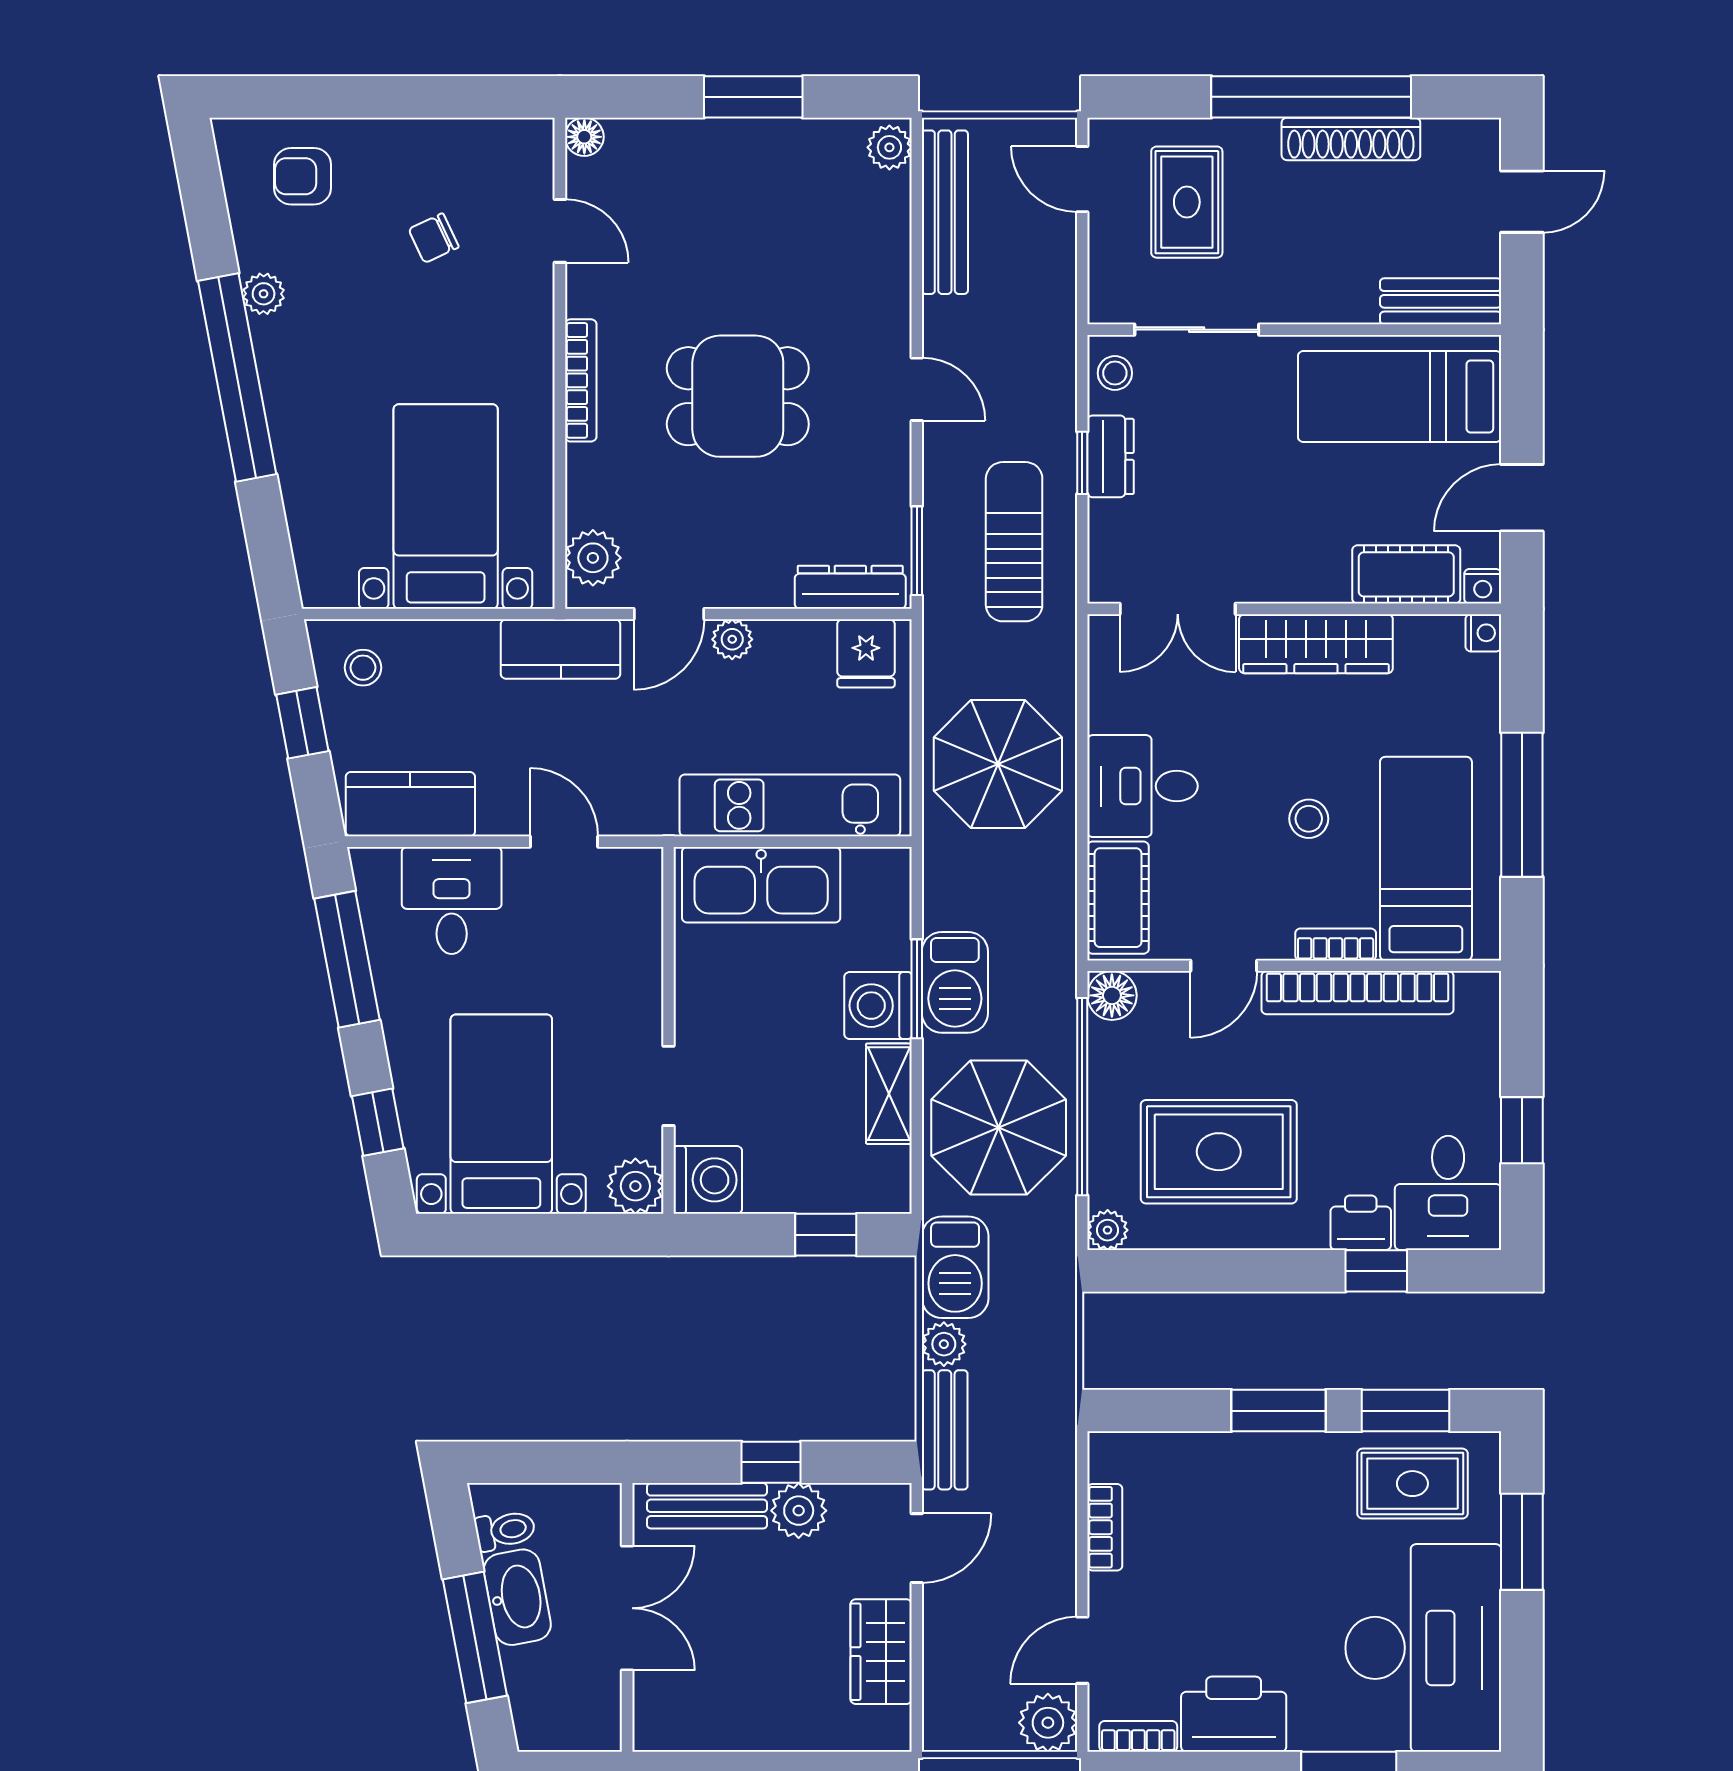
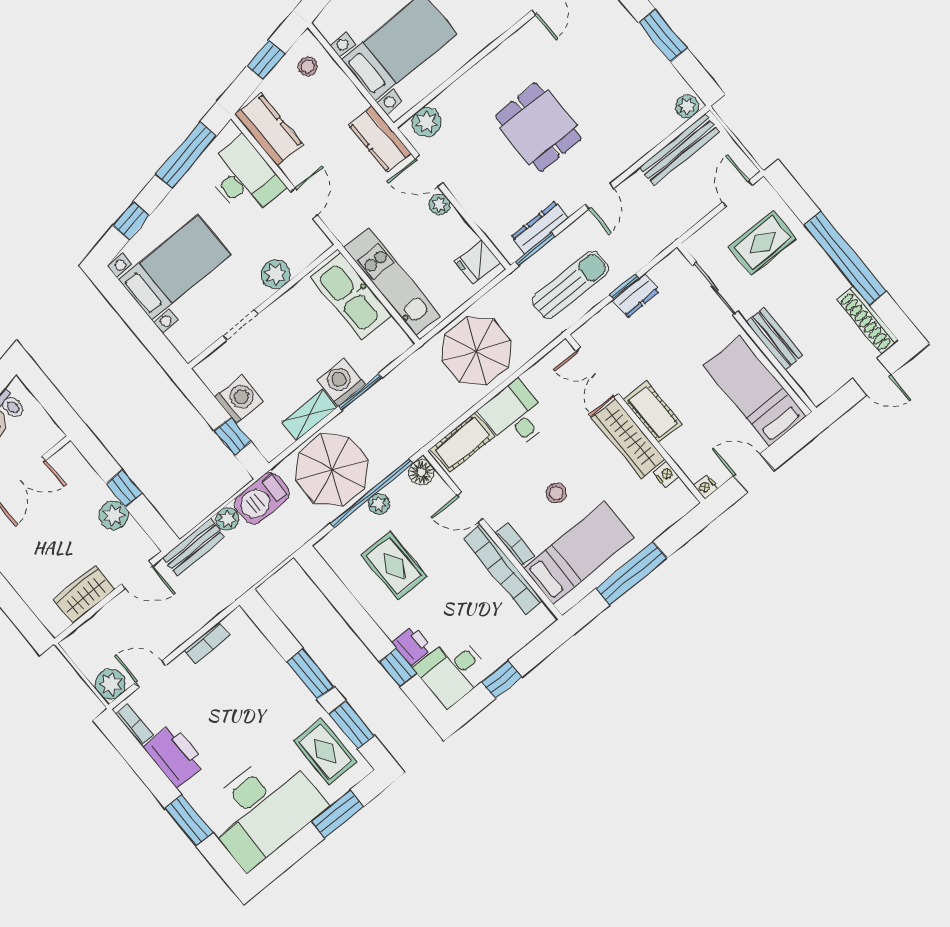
shoe rack: (1351, 139) -> (868, 320), moved
bench: (1441, 301) -> (775, 338), moved
stool: (1115, 373) -> (671, 270), removed
bookcase: (581, 380) -> (493, 59), removed
cot: (1406, 574) -> (653, 412), moved
dresser: (850, 587) -> (540, 227), moved, turned -90
nightstand: (1483, 633) -> (666, 474), moved, turned -90
desk: (452, 900) -> (244, 178), width x1.37
barbecue: (955, 982) -> (375, 405), removed
rug: (1219, 1152) -> (394, 566), width x0.73, depth x0.70
washing machine: (708, 1180) -> (239, 399), moved, turned -90
plant: (635, 1186) -> (276, 274), moved
plant: (1108, 1230) -> (379, 504), moved
bench: (707, 1506) -> (86, 477), removed

